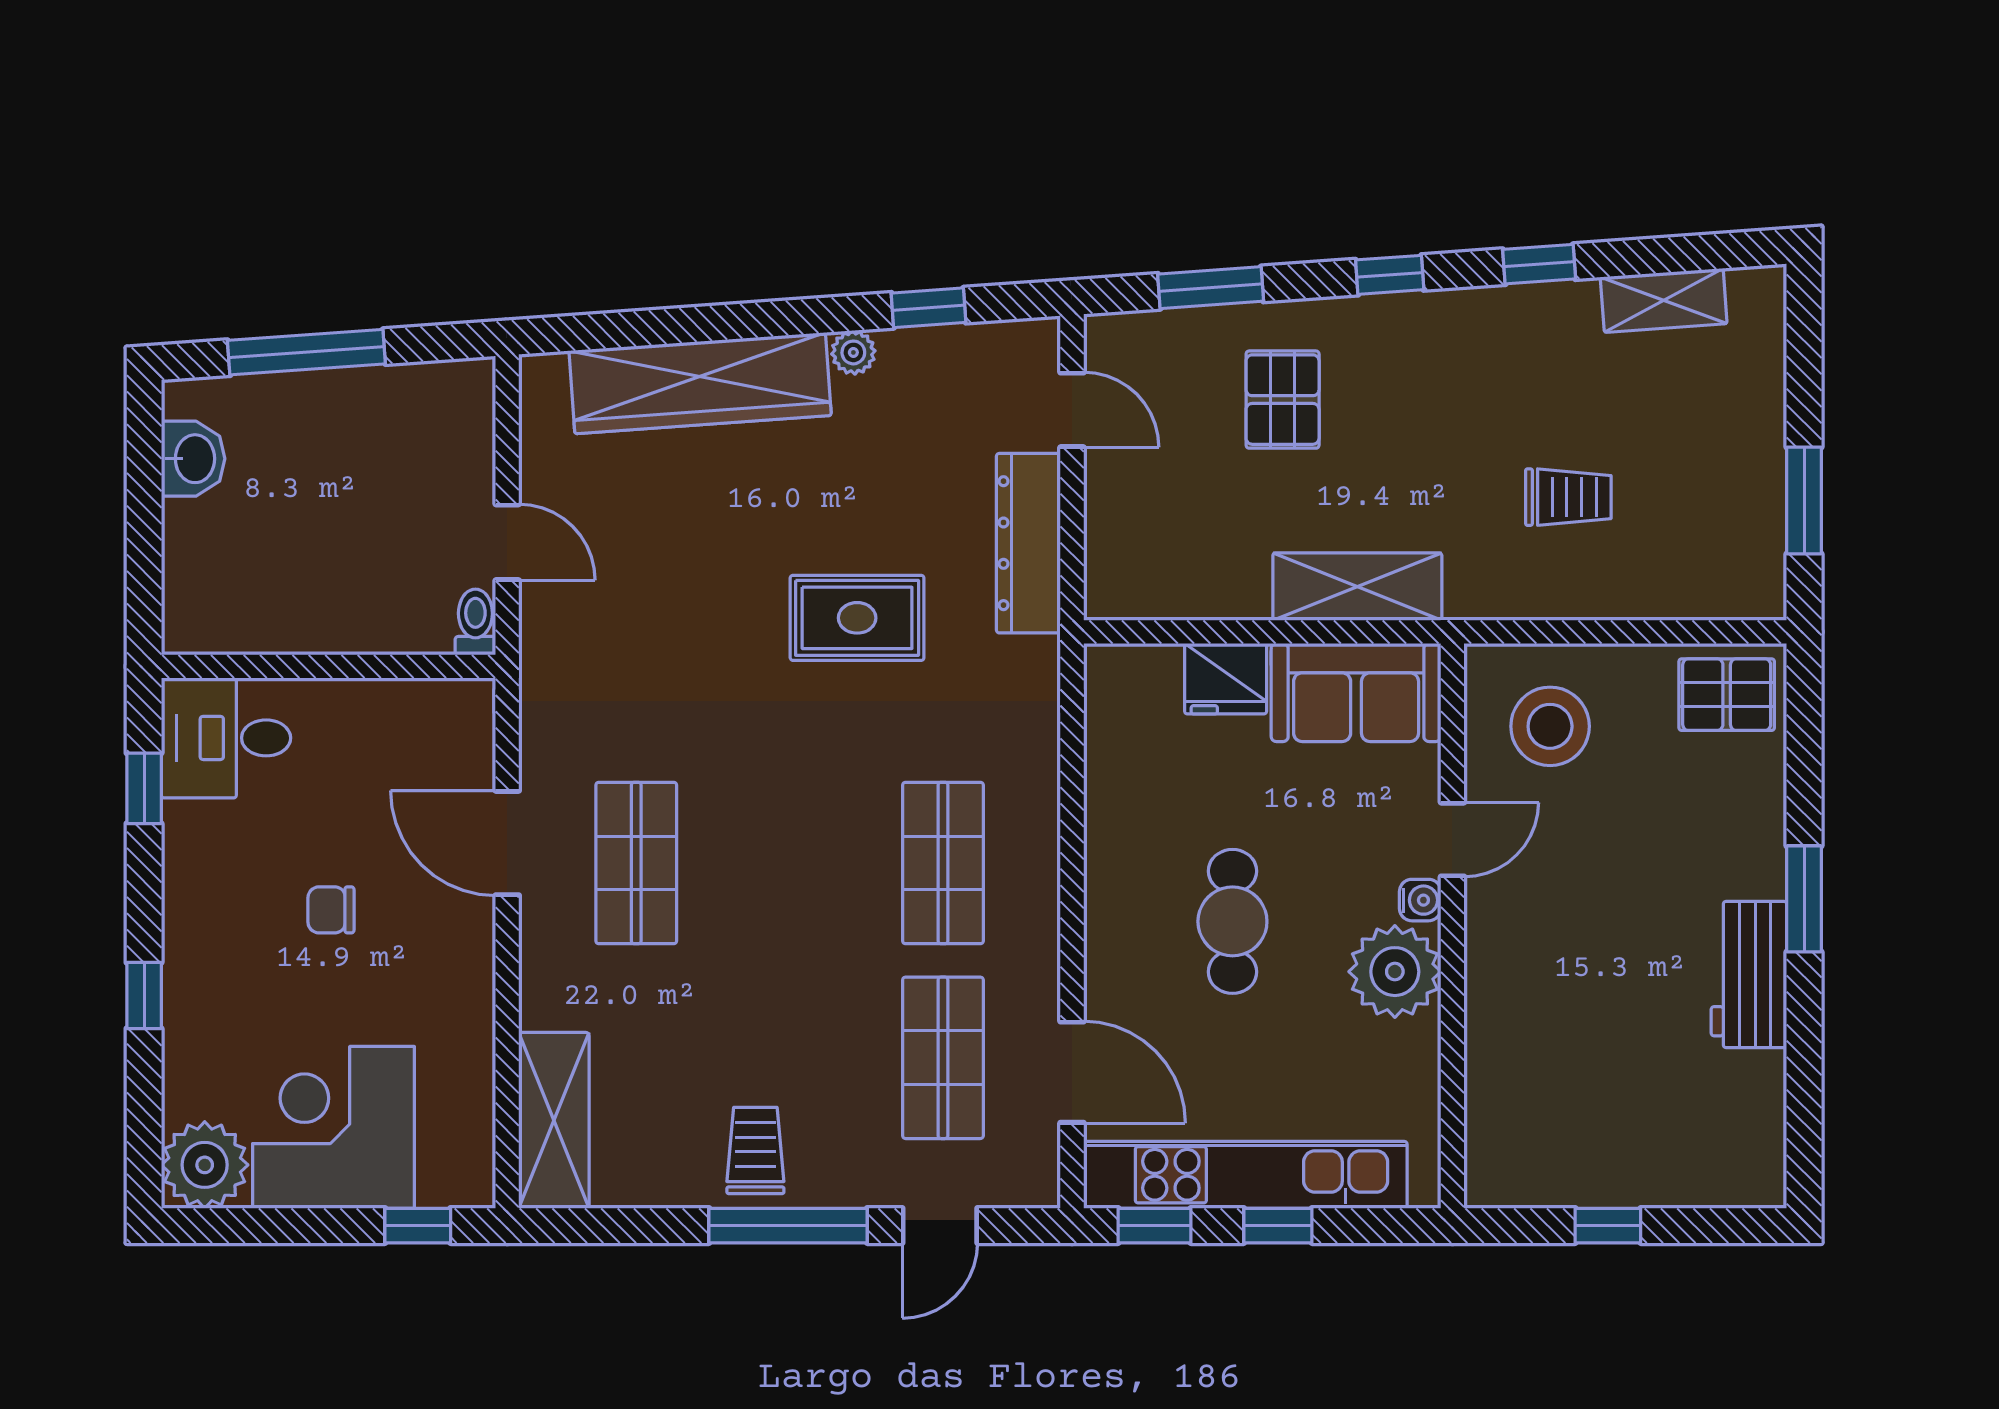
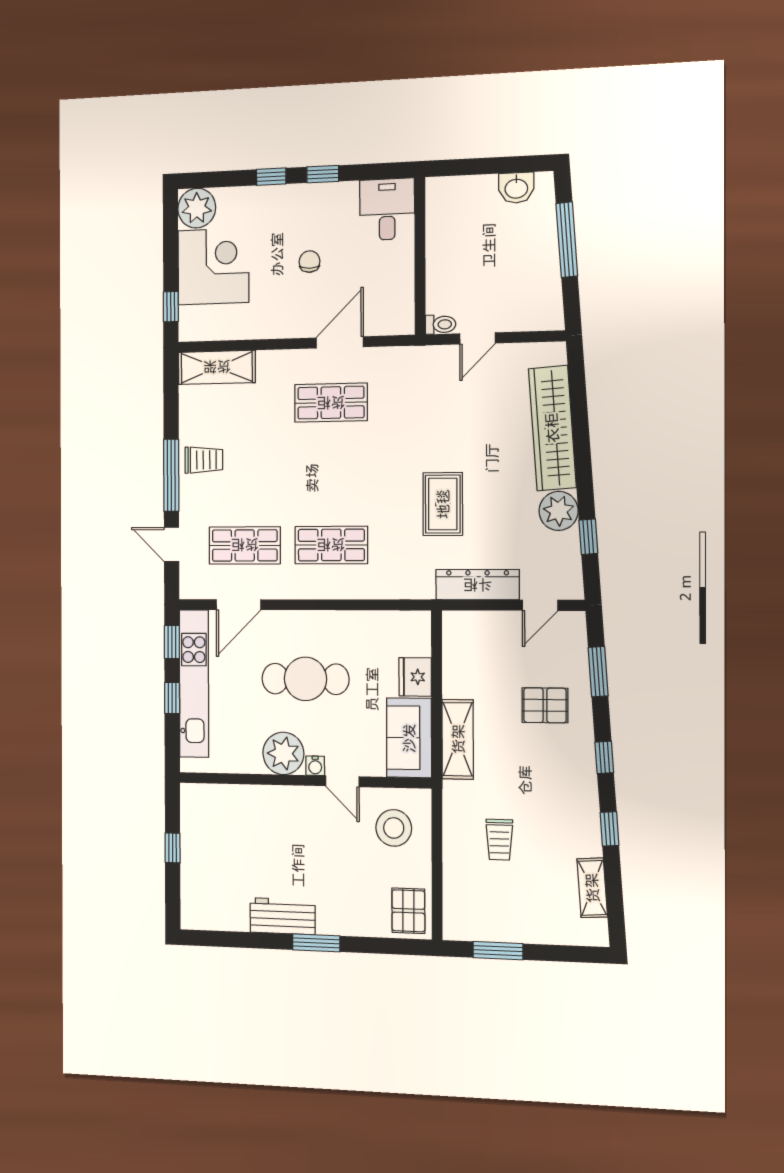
plant: (853, 352) -> (559, 511), width x1.88, depth x1.88
window: (144, 788) -> (323, 174), moved
cafe table: (1232, 921) -> (305, 679), width x1.37, depth x1.35

